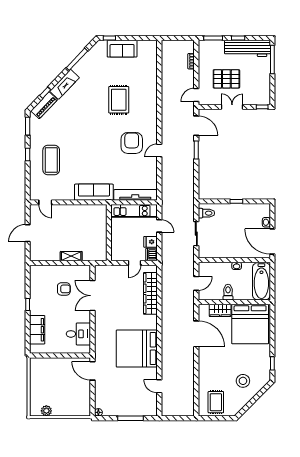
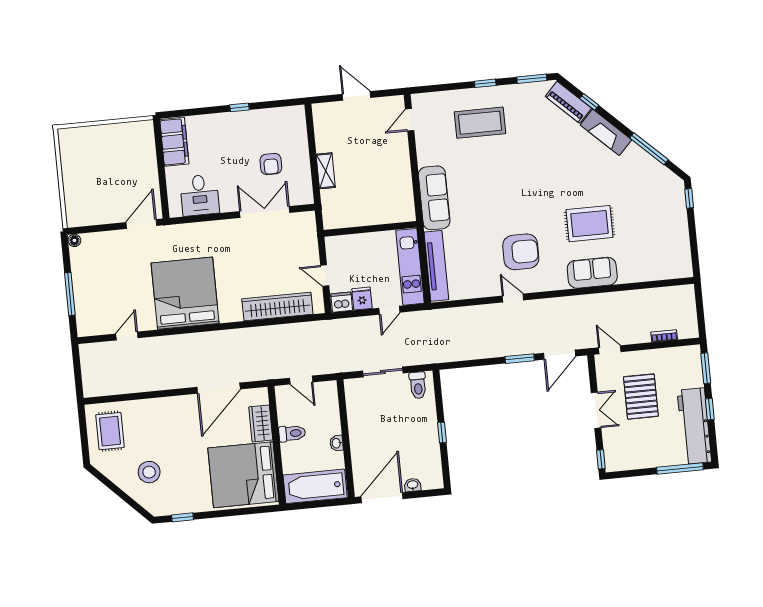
sofa: (122, 49) -> (592, 273), moved, turned 90
filing cabinet: (37, 330) -> (174, 142), moved, turned -90
rug: (216, 402) -> (110, 431), turned 90
plant: (46, 411) -> (69, 155), removed

